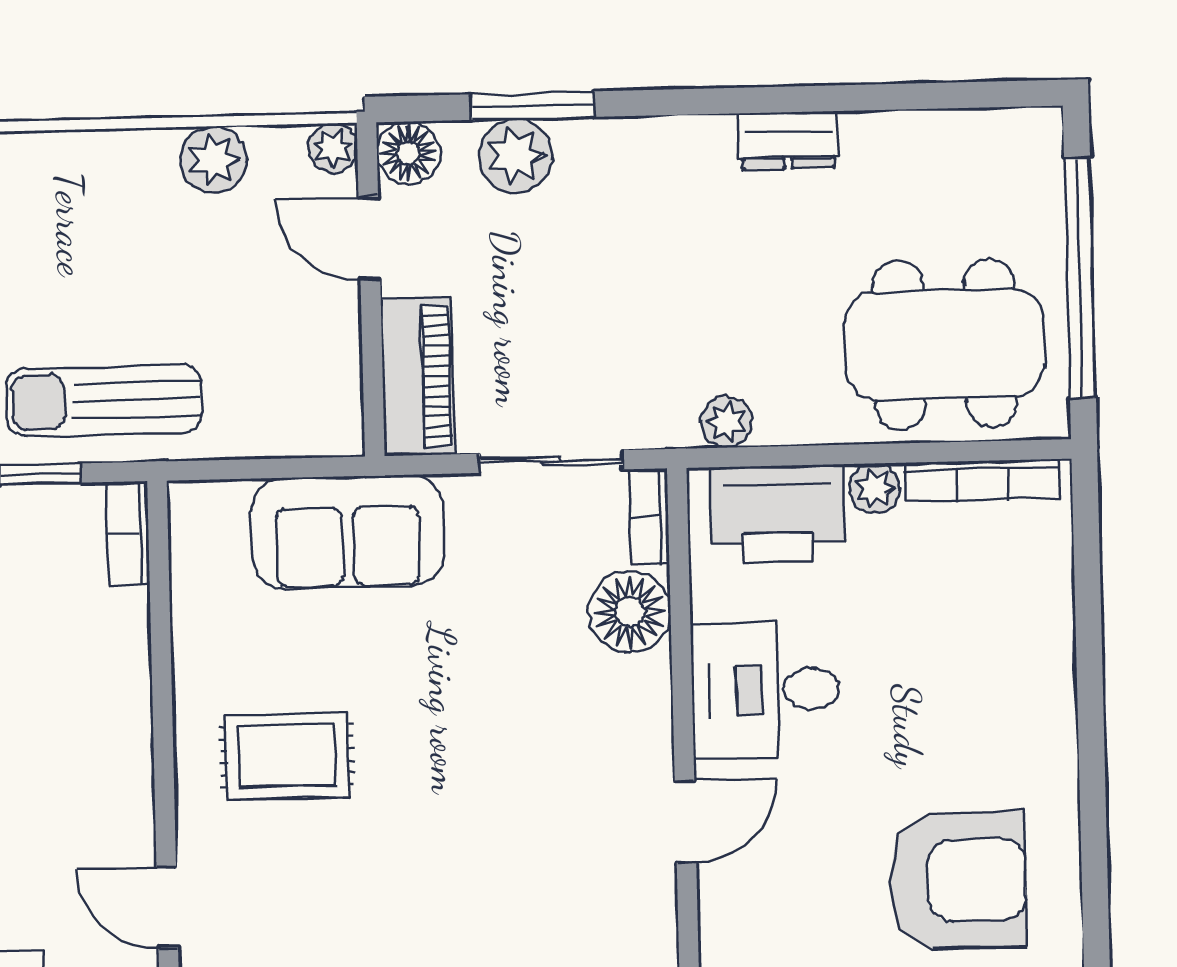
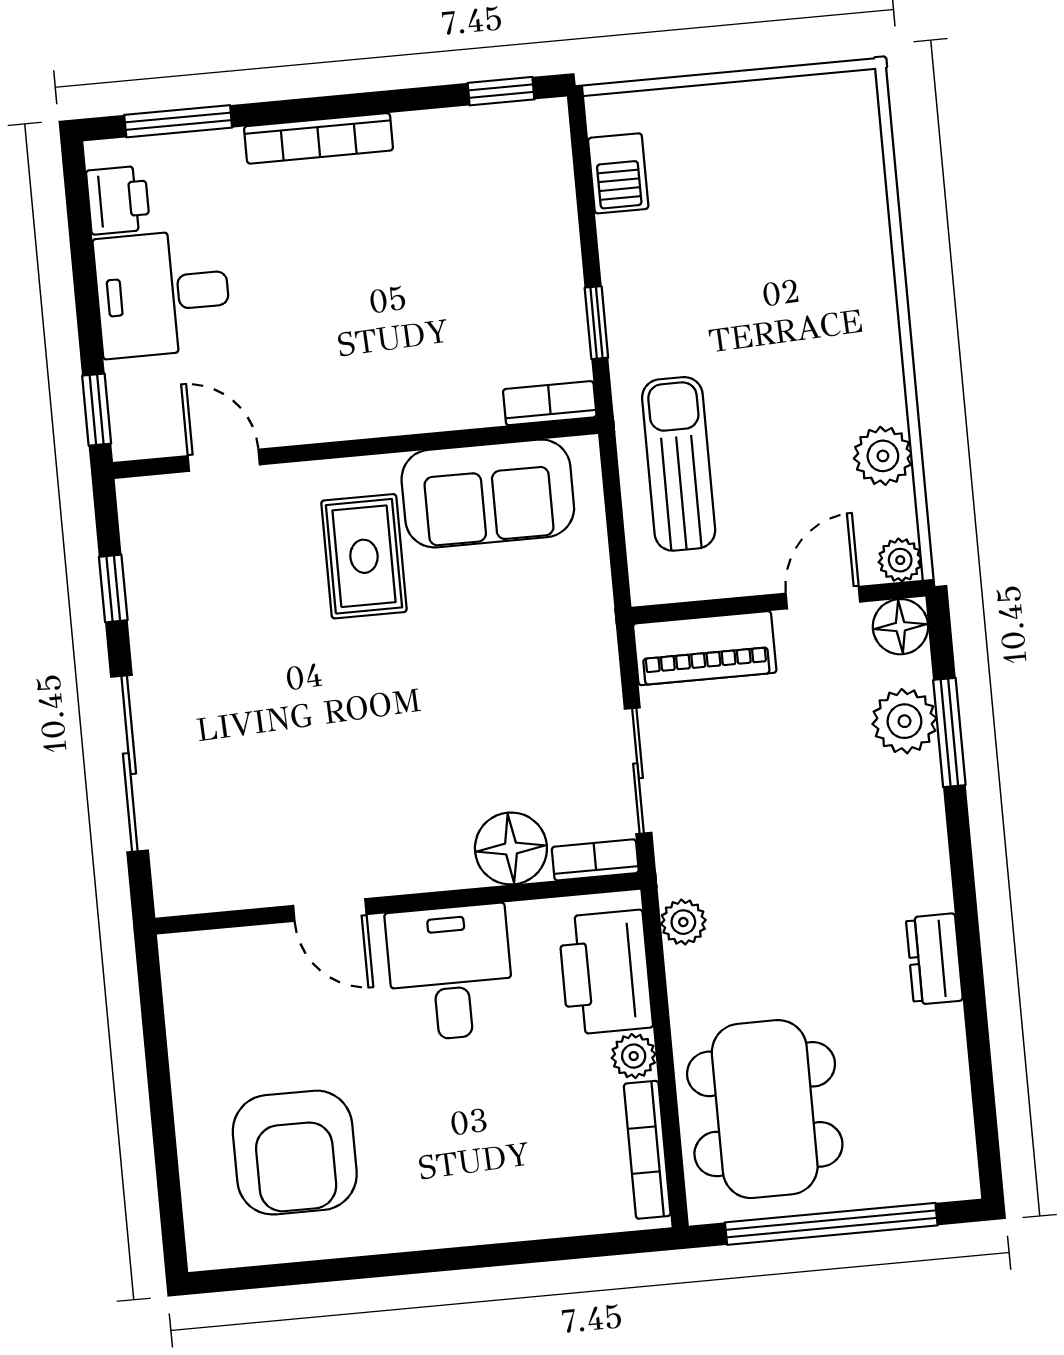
sun lounger: (104, 400) -> (679, 464), moved
sofa: (348, 532) -> (488, 493), moved, turned -90
door: (167, 907) -> (224, 460), hinge flipped

